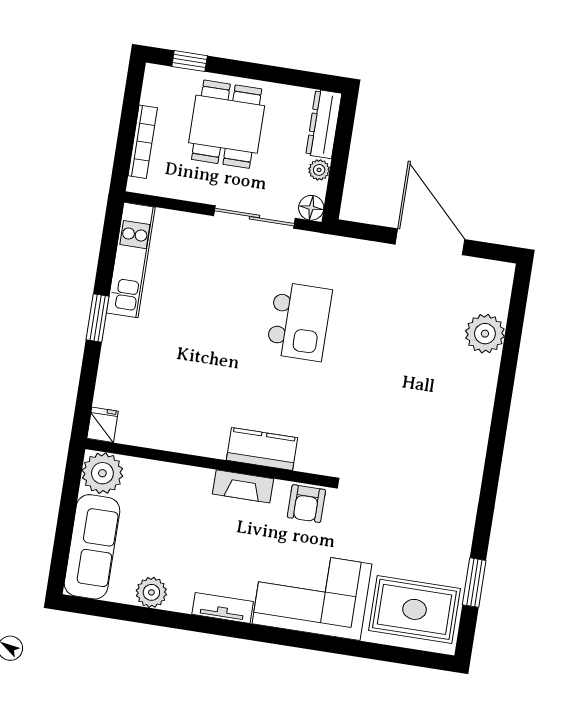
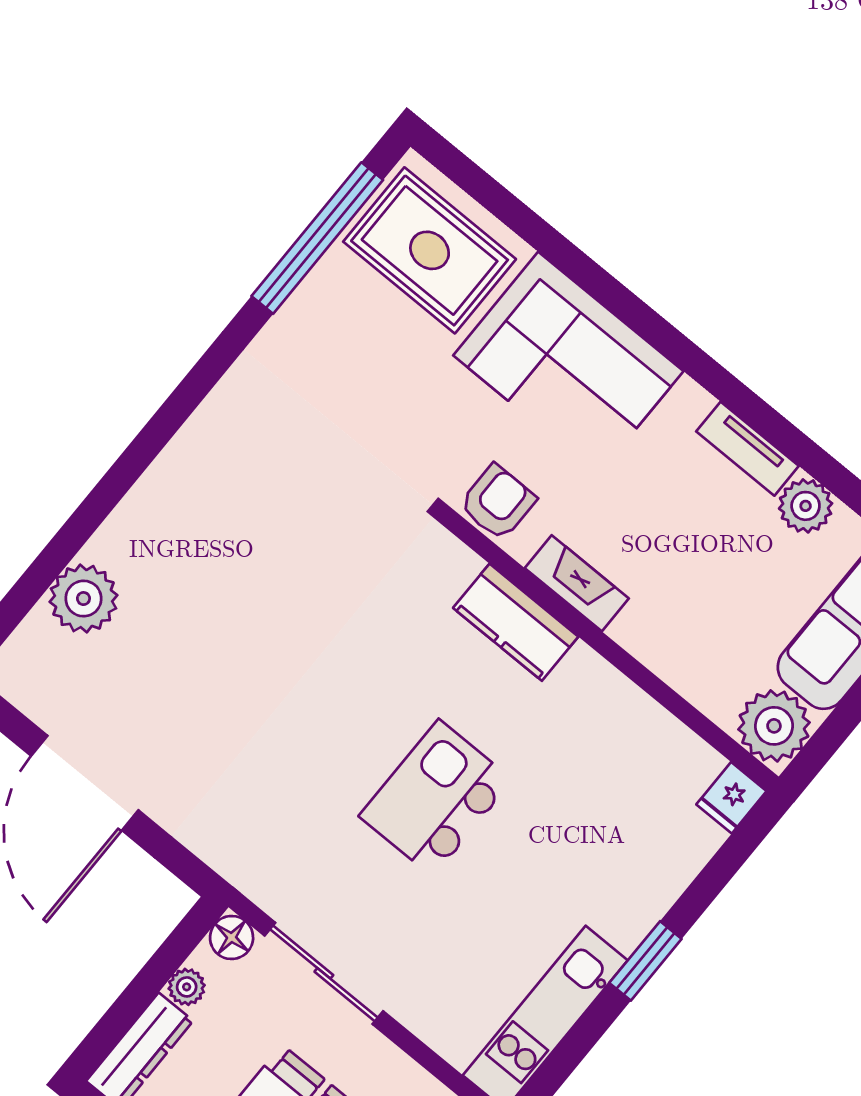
kitchen island: (299, 322) -> (436, 798), moved
window: (474, 583) -> (317, 238), width x2.11
tv unit: (223, 608) -> (748, 449), moved

